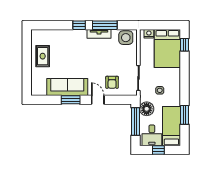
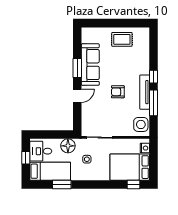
tv unit: (99, 34) -> (145, 92), width x1.41
armchair: (112, 82) -> (118, 92), moved
window: (136, 121) -> (55, 134), removed

